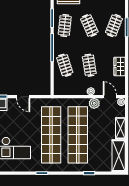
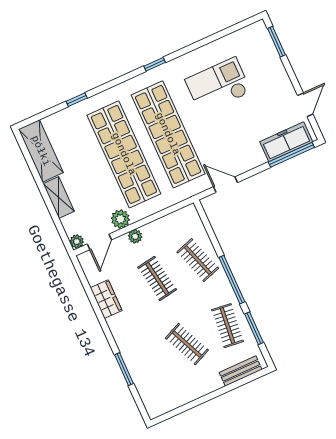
clothes rail: (114, 25) -> (146, 362), removed
door: (23, 97) -> (226, 185), moved
door: (110, 97) -> (99, 242), hinge flipped

